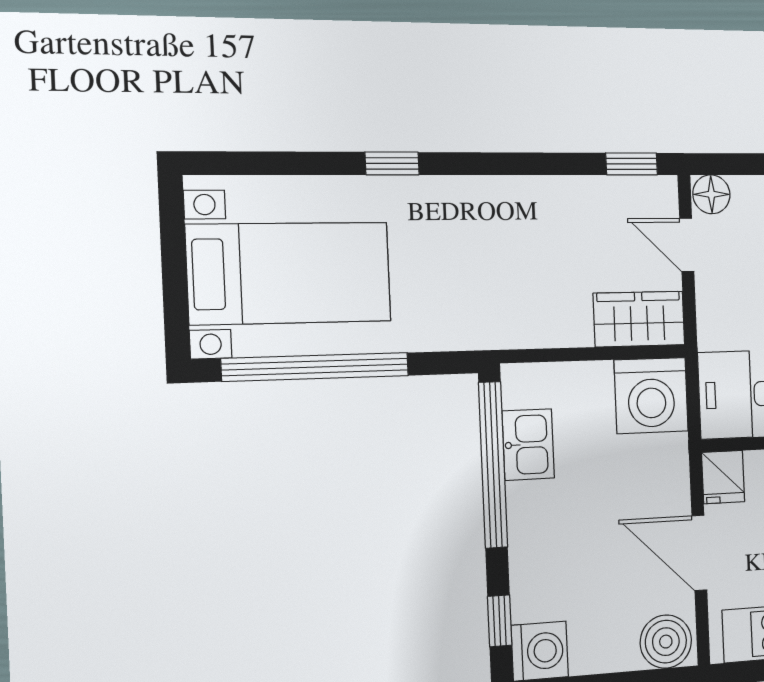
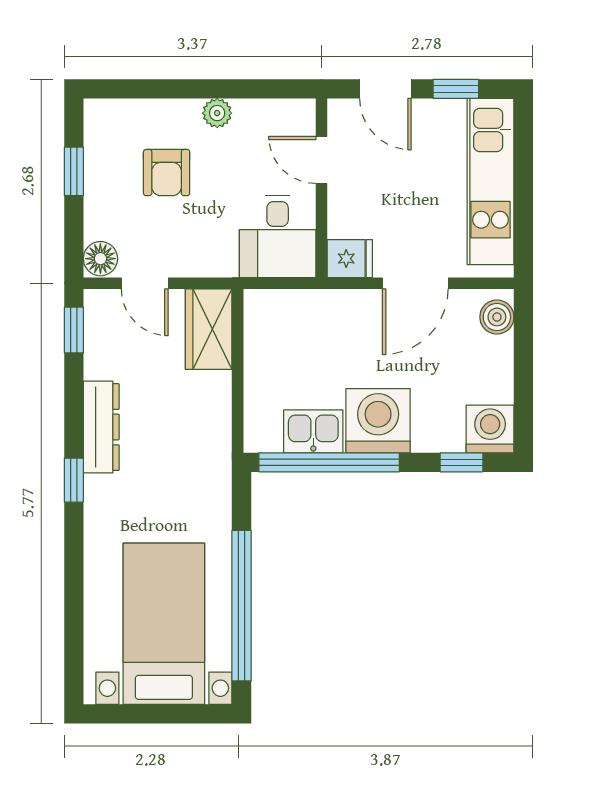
window: (392, 163) -> (74, 480), moved
dresser: (523, 196) -> (101, 427), added
door: (687, 245) -> (145, 283), hinge flipped
washing machine: (651, 396) -> (378, 421), moved, turned -90
boiler: (666, 642) -> (497, 317), width x0.73, depth x0.73

